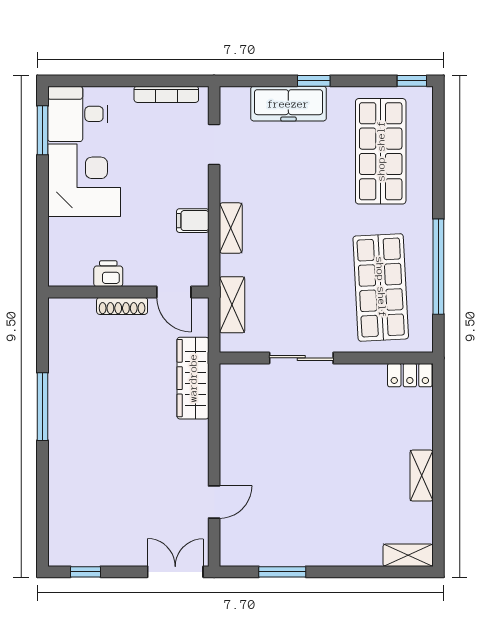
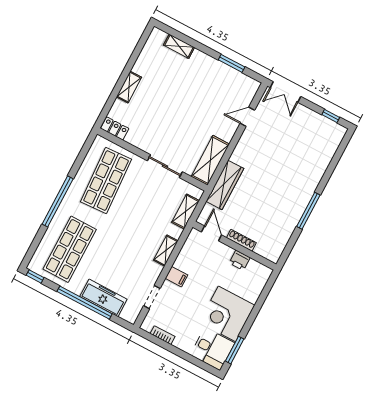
window: (314, 81) -> (85, 303), width x3.17
bookcase: (166, 94) -> (163, 335), width x0.64
filing cabinet: (193, 221) -> (176, 277), moved
window: (438, 267) -> (58, 201), moved
shelving: (236, 404) -> (210, 160), added
shelving: (422, 476) -> (129, 87), moved
shelving: (408, 555) -> (179, 46), moved

